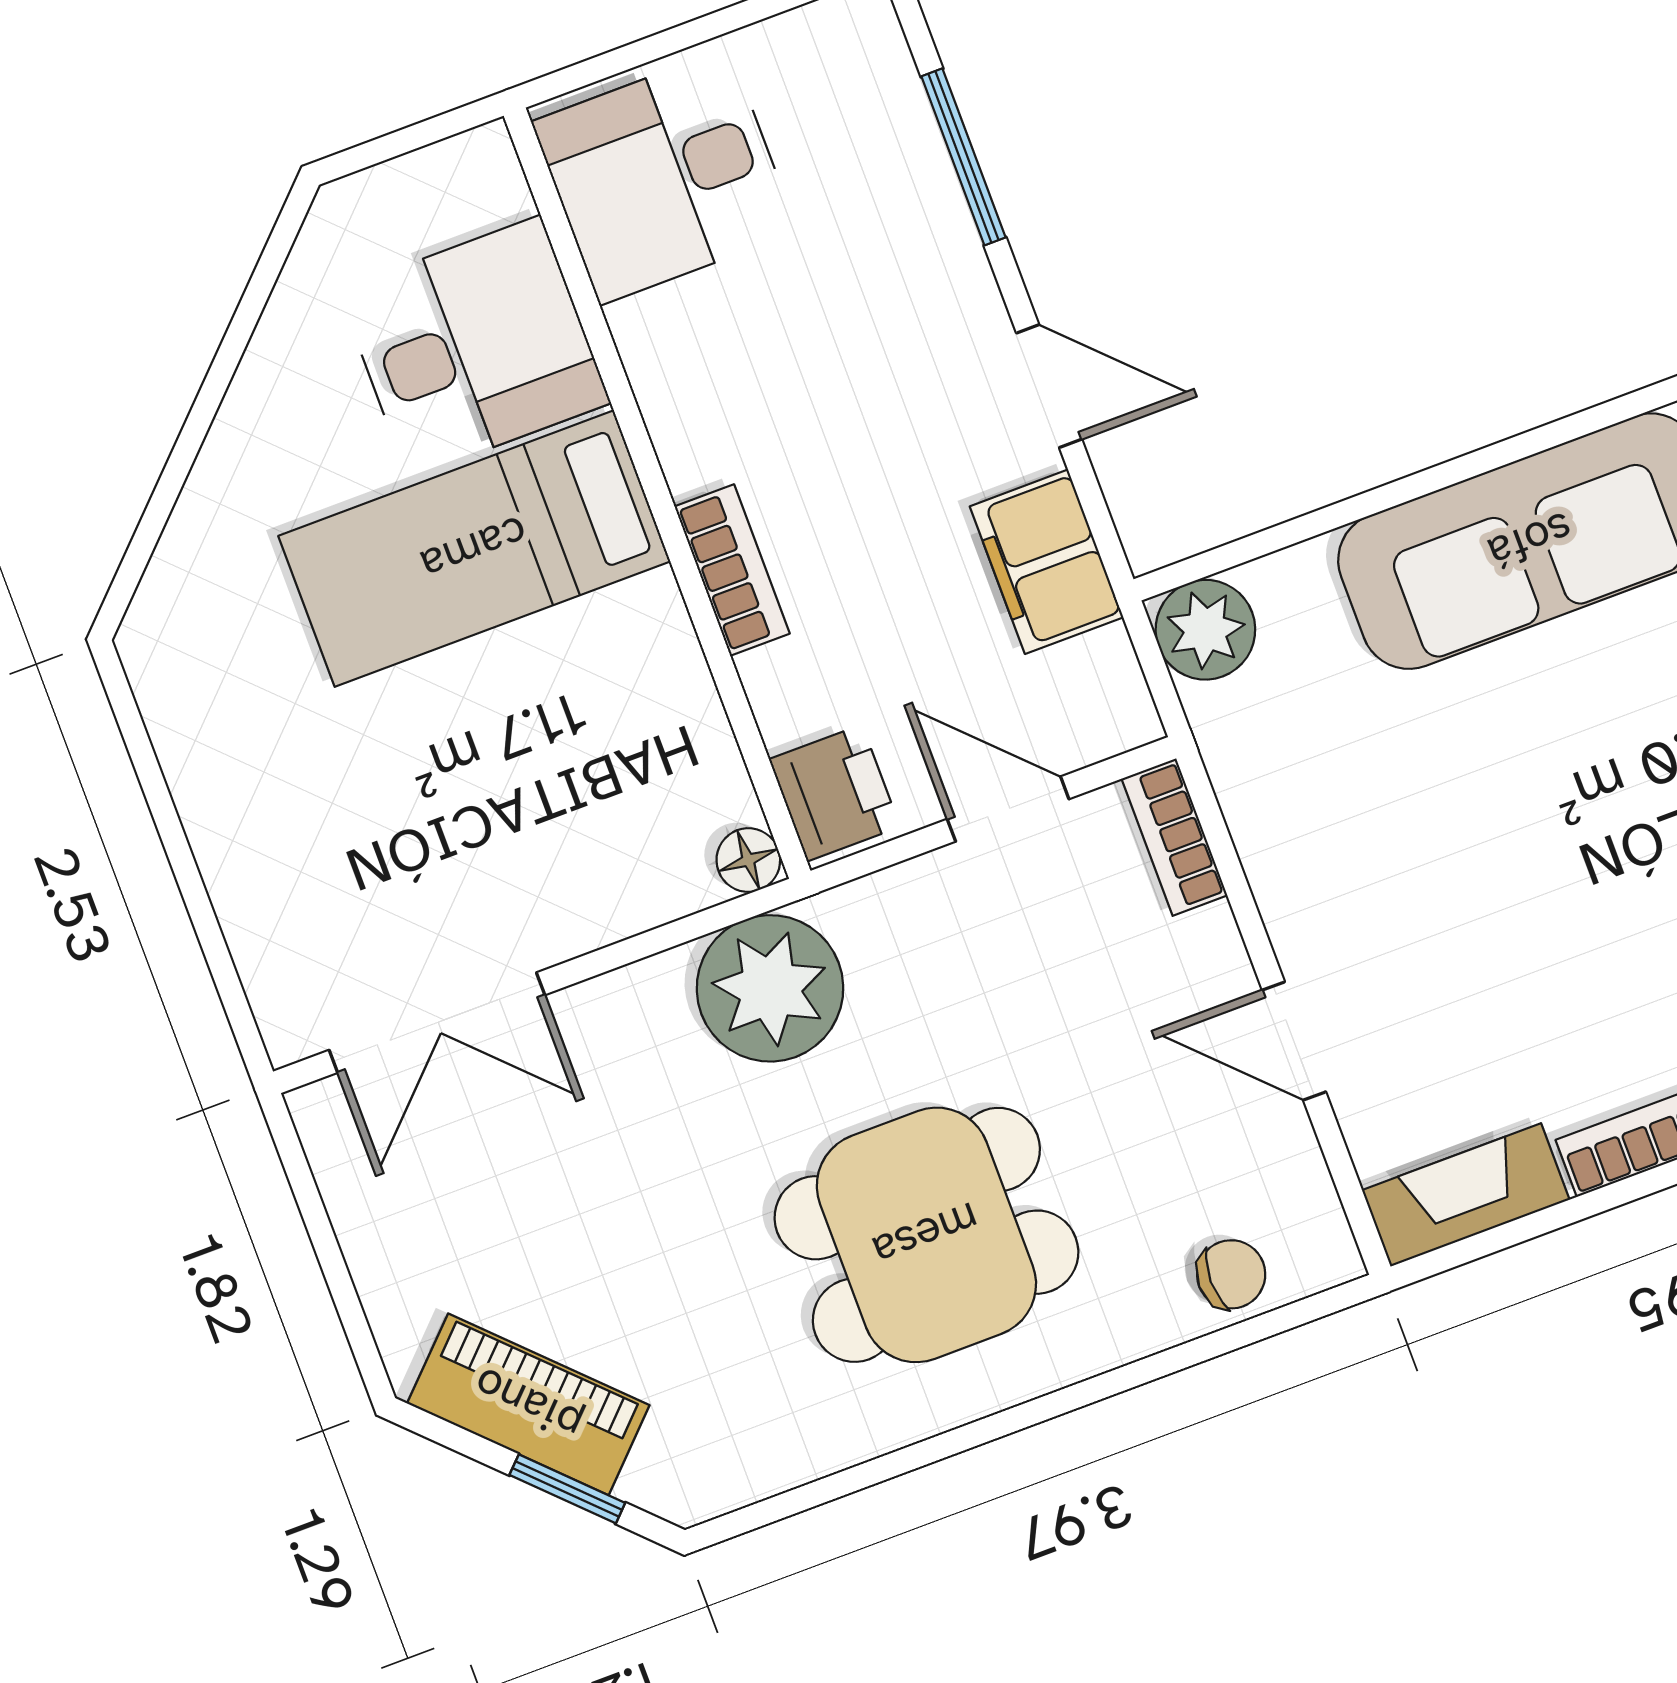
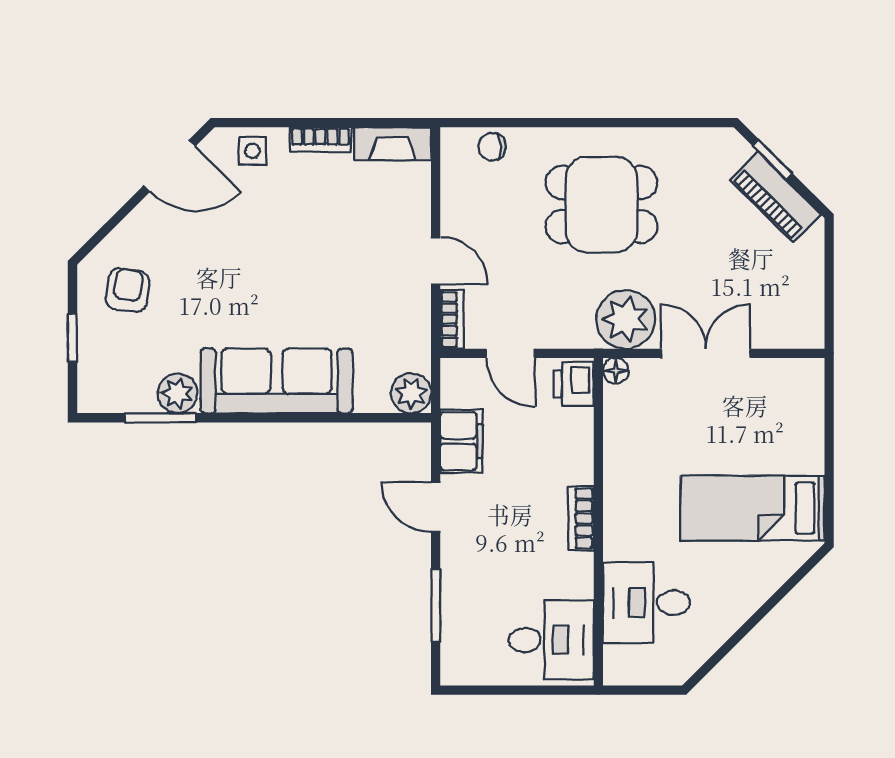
bed: (474, 549) -> (752, 508), moved, turned 180
bookcase: (732, 570) -> (581, 518), moved
double door: (437, 1023) -> (706, 353), moved
door: (1294, 1041) -> (436, 261), moved

